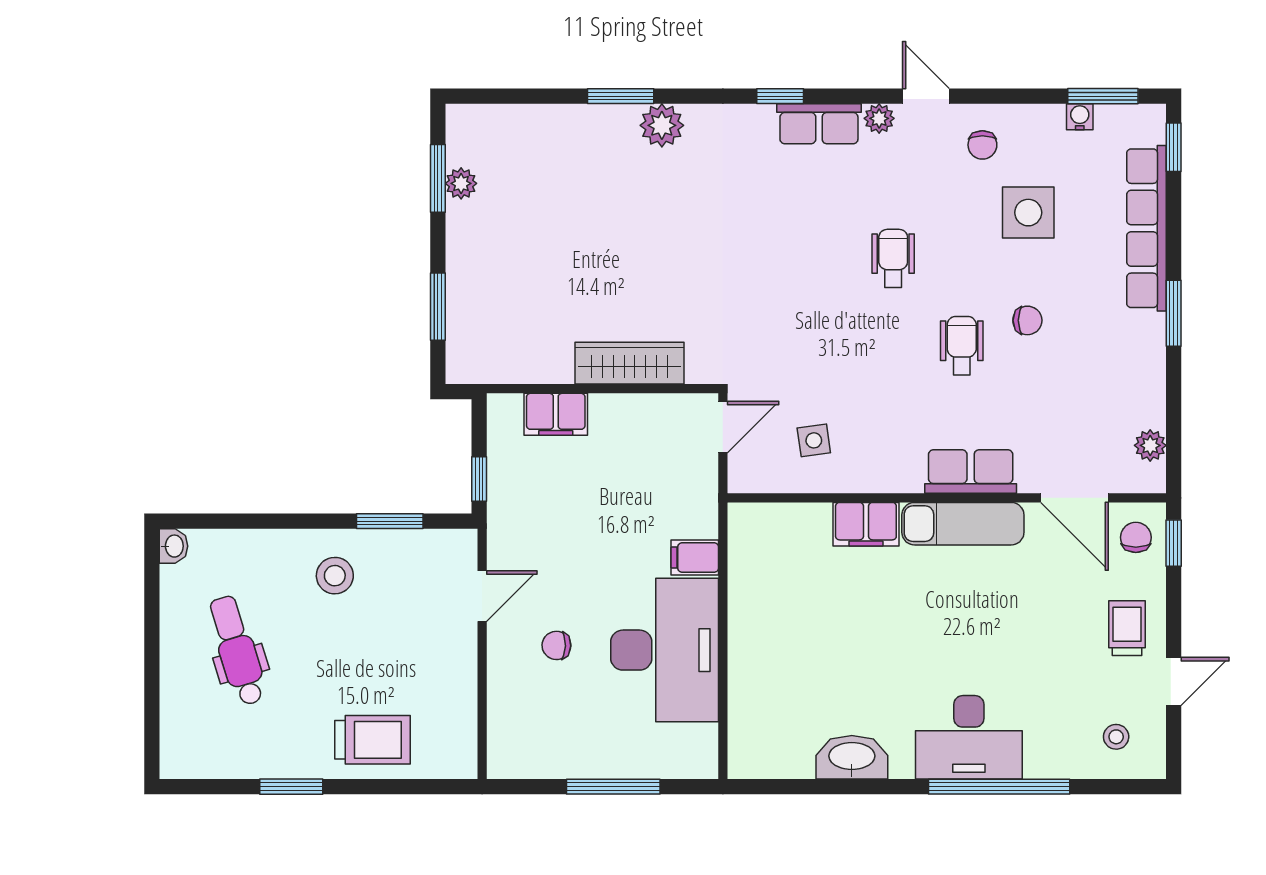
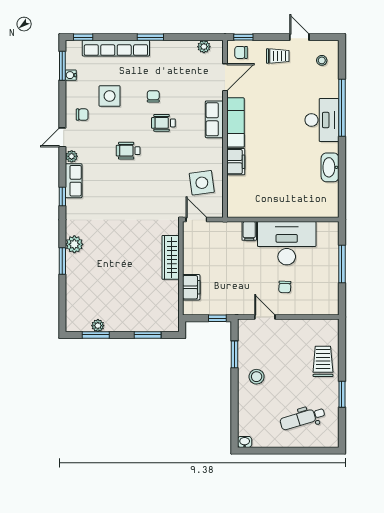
side table: (814, 440) -> (202, 183), width x1.87, depth x1.87
trolley: (1127, 628) -> (278, 56), turned 180
dental chair: (237, 651) -> (302, 418), moved

